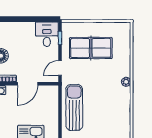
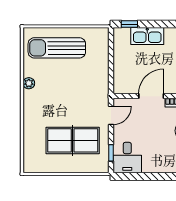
plant: (126, 82) -> (29, 83), moved
sun lounger: (74, 107) -> (57, 48), moved, turned 90

